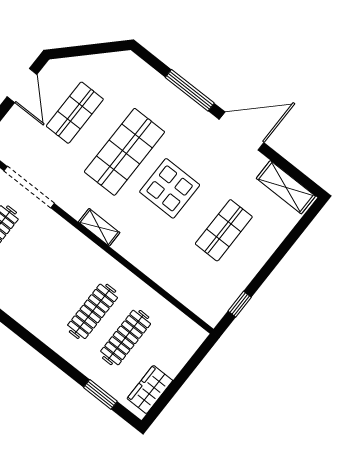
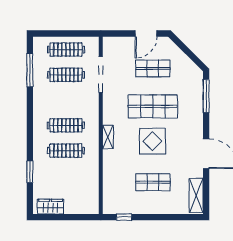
window: (190, 90) -> (206, 96), moved
shelving: (99, 227) -> (108, 137), moved
clothes rail: (126, 338) -> (66, 125), moved
window: (100, 394) -> (30, 172), moved

